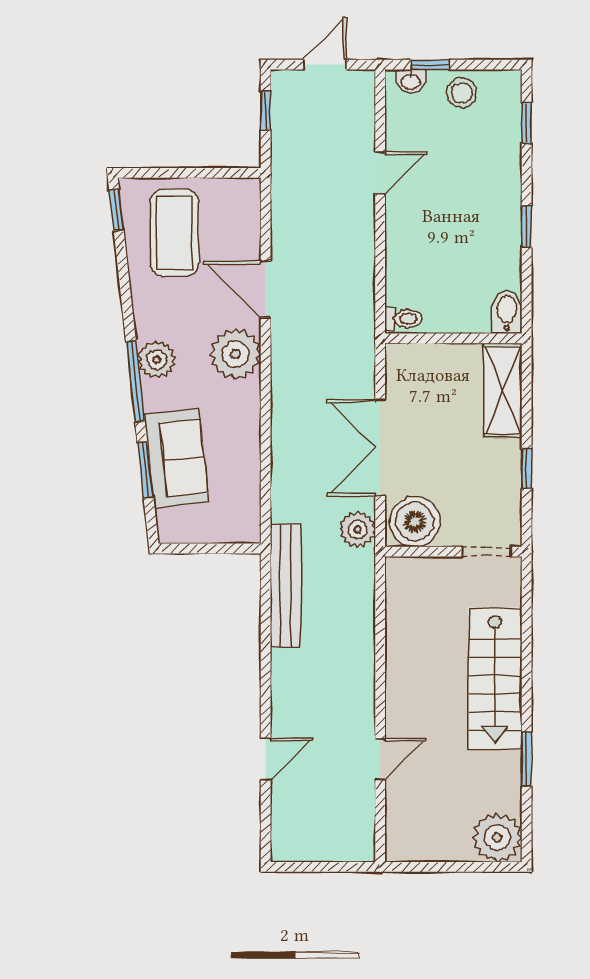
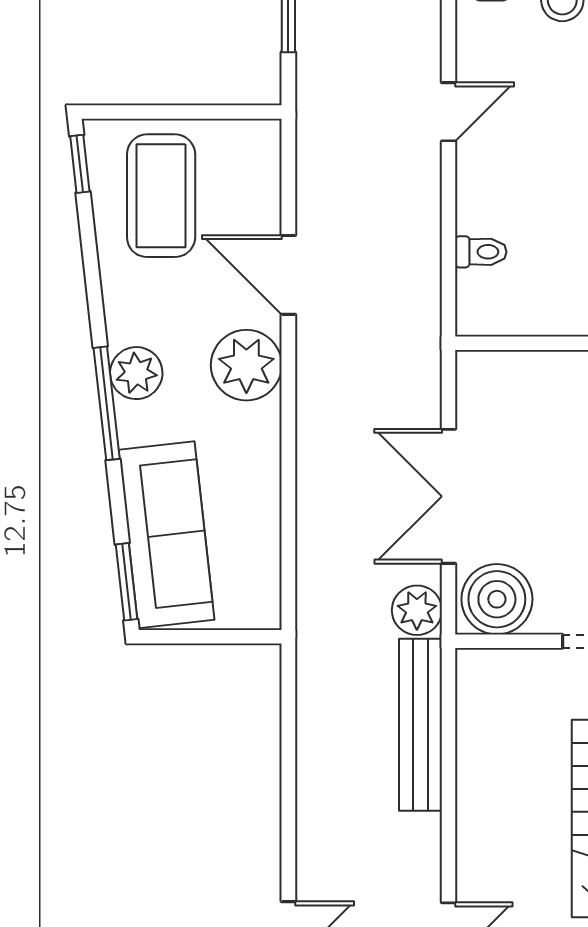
toilet: (403, 319) -> (481, 252), moved
sofa: (176, 458) -> (166, 535), width x1.36
window: (145, 470) -> (127, 582), moved
bench: (286, 585) -> (420, 725), moved

